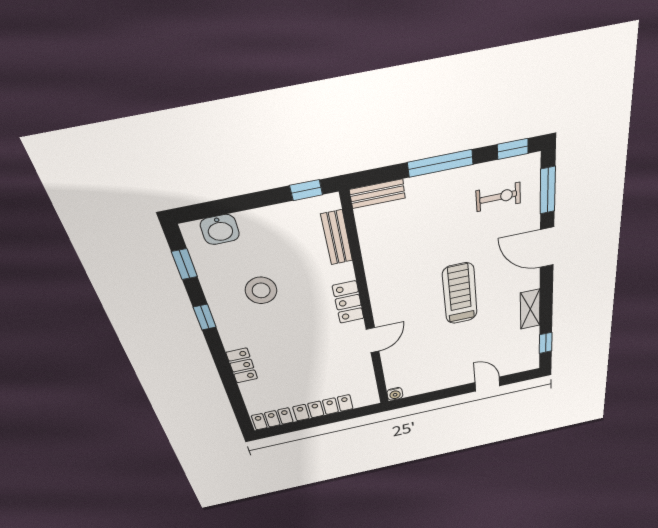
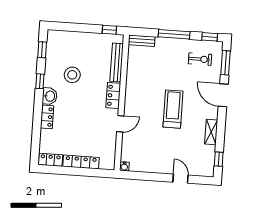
washbasin: (220, 230) -> (50, 96), moved, turned -90
bench: (337, 238) -> (117, 63), width x1.36

